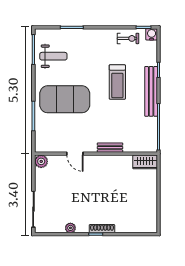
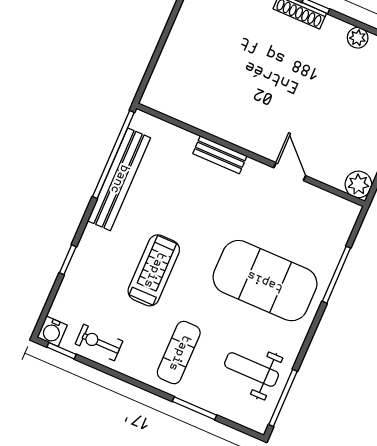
exercise mat: (90, 50) -> (179, 353), added
bench: (151, 91) -> (119, 179), moved
wardrobe: (145, 162) -> (166, 100), removed

